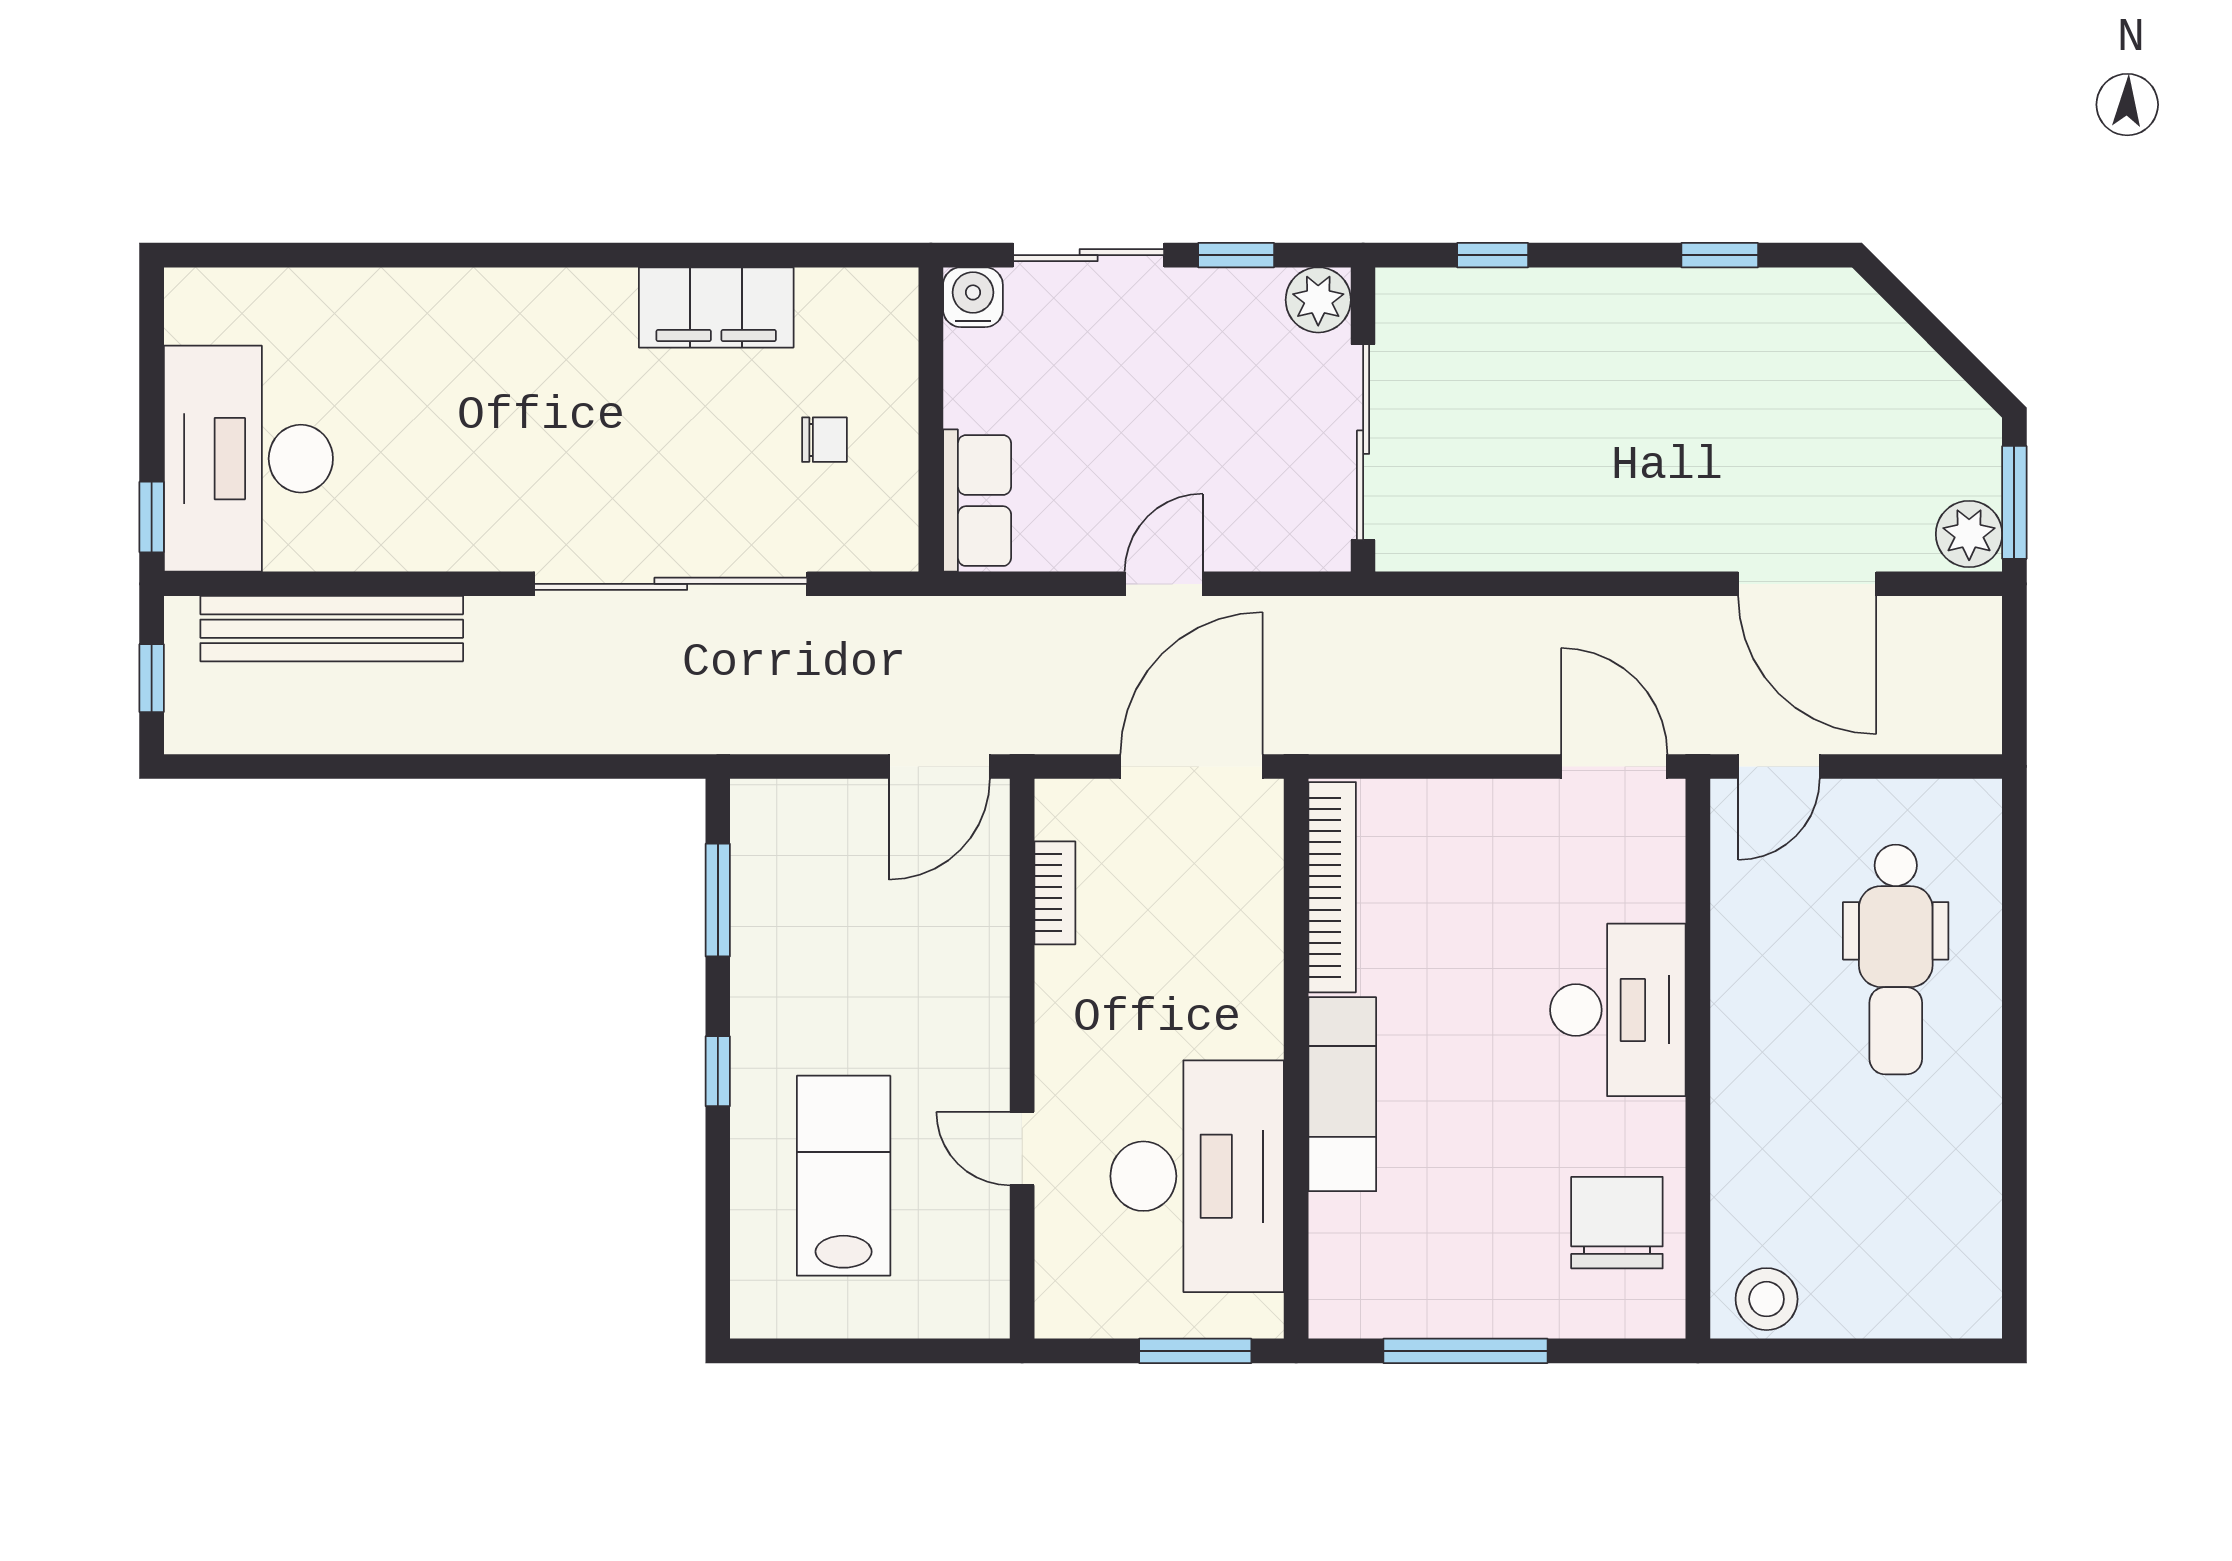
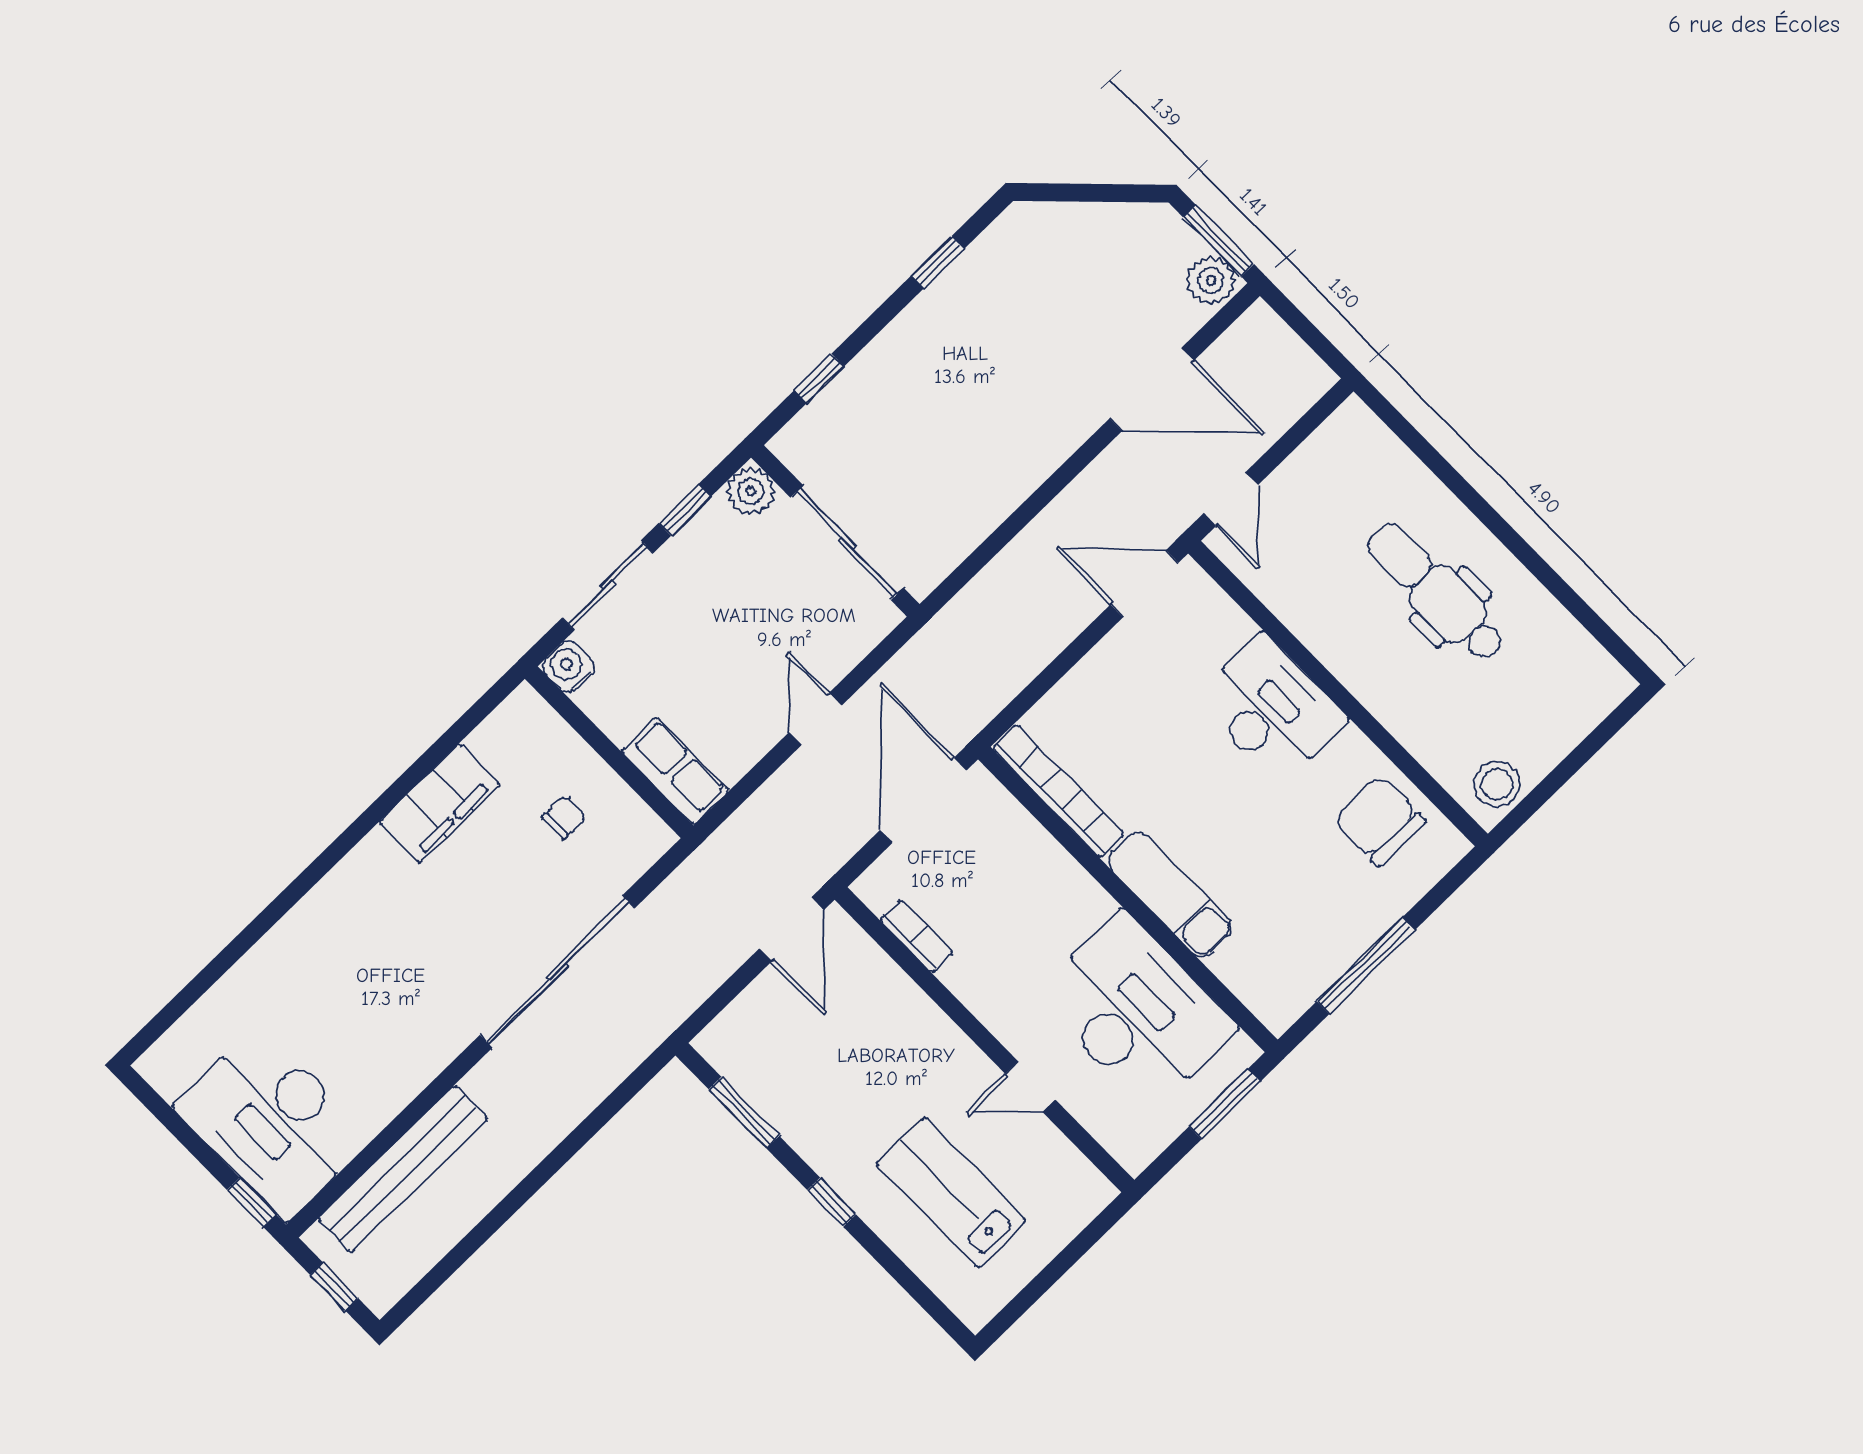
dental chair: (1896, 960) -> (1436, 592), moved, turned 180

